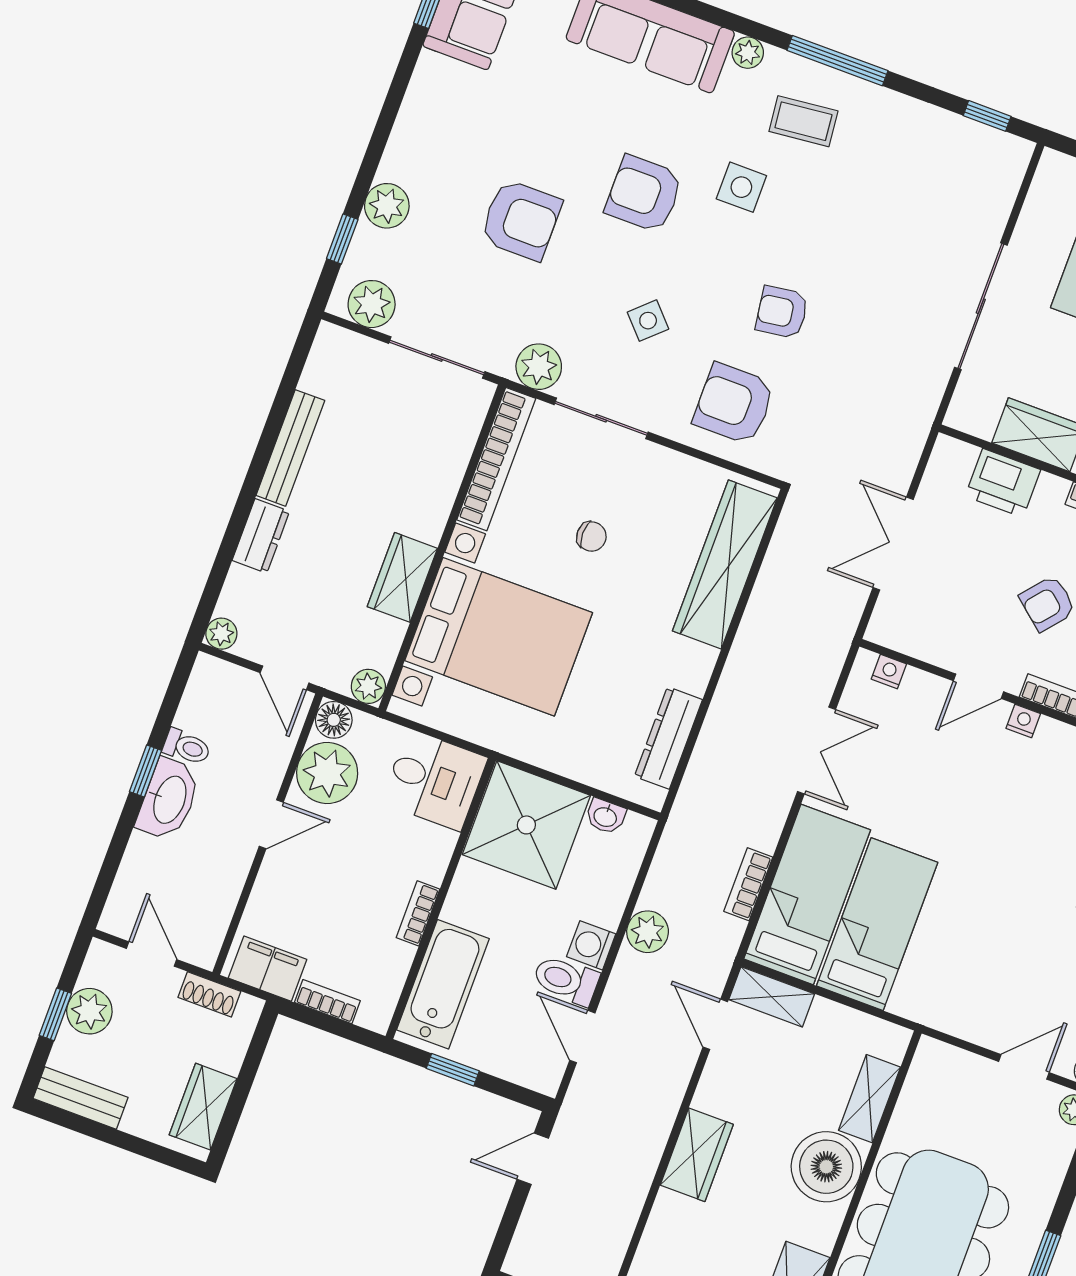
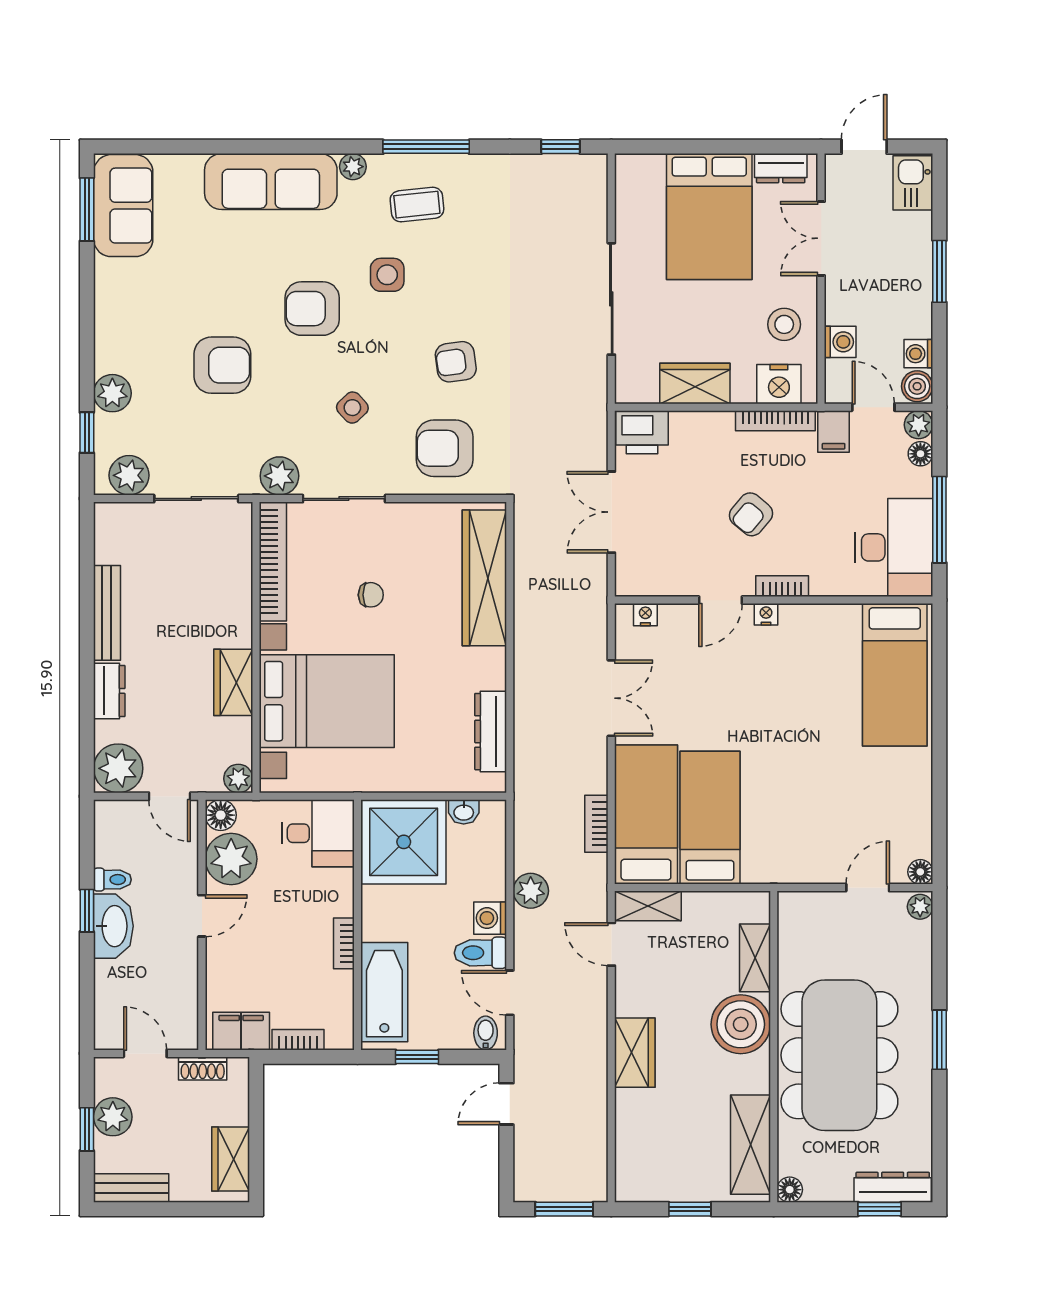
printer: (1003, 483) -> (642, 432), moved
plant: (221, 634) -> (118, 768), width x1.88, depth x1.88
bidet: (539, 1071) -> (486, 1033), added

